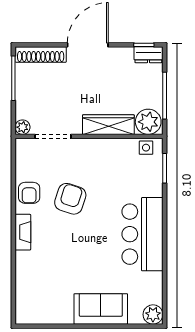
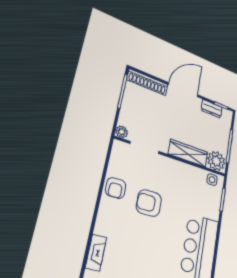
dresser: (148, 55) -> (212, 109), moved
armchair: (70, 199) -> (149, 203), turned -108
fireplace: (23, 232) -> (96, 253), moved

